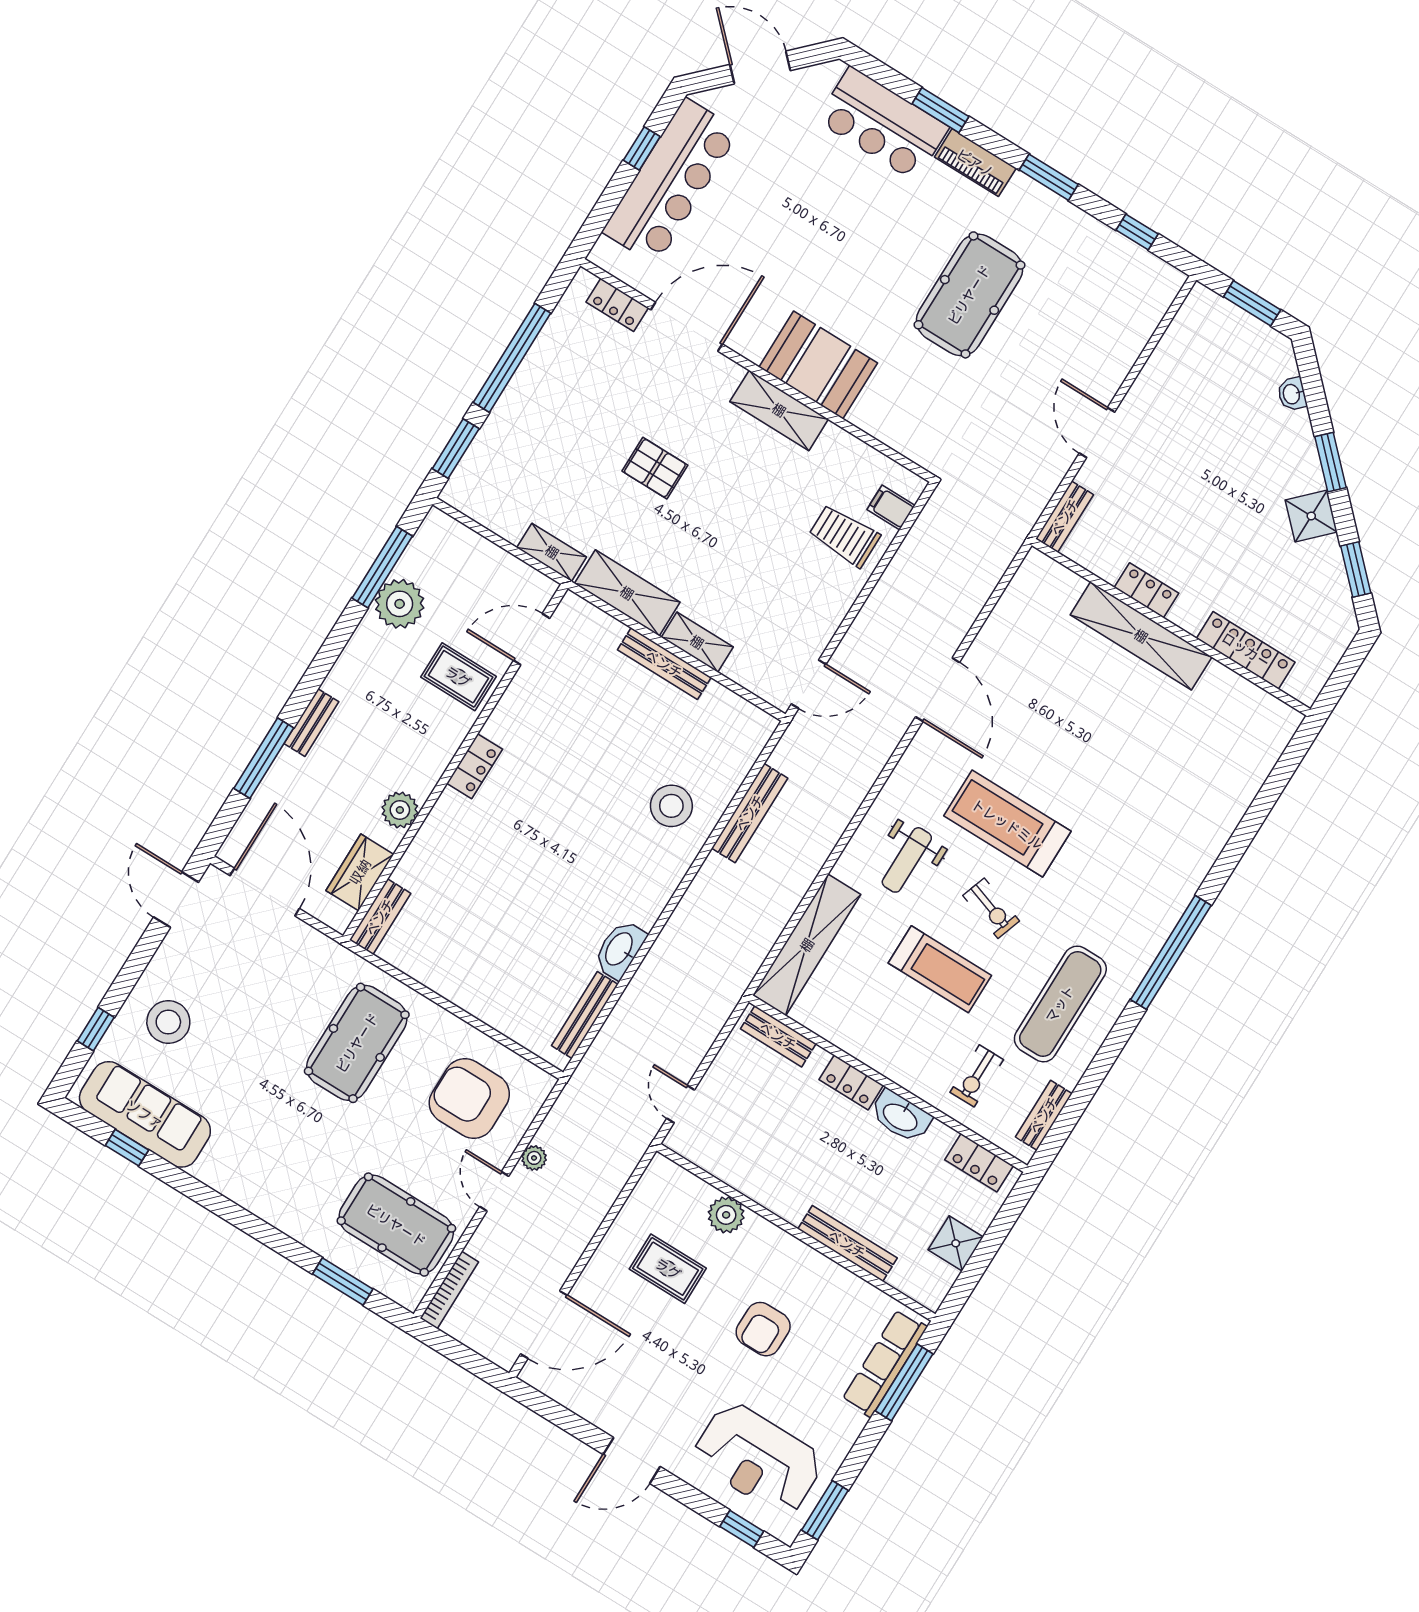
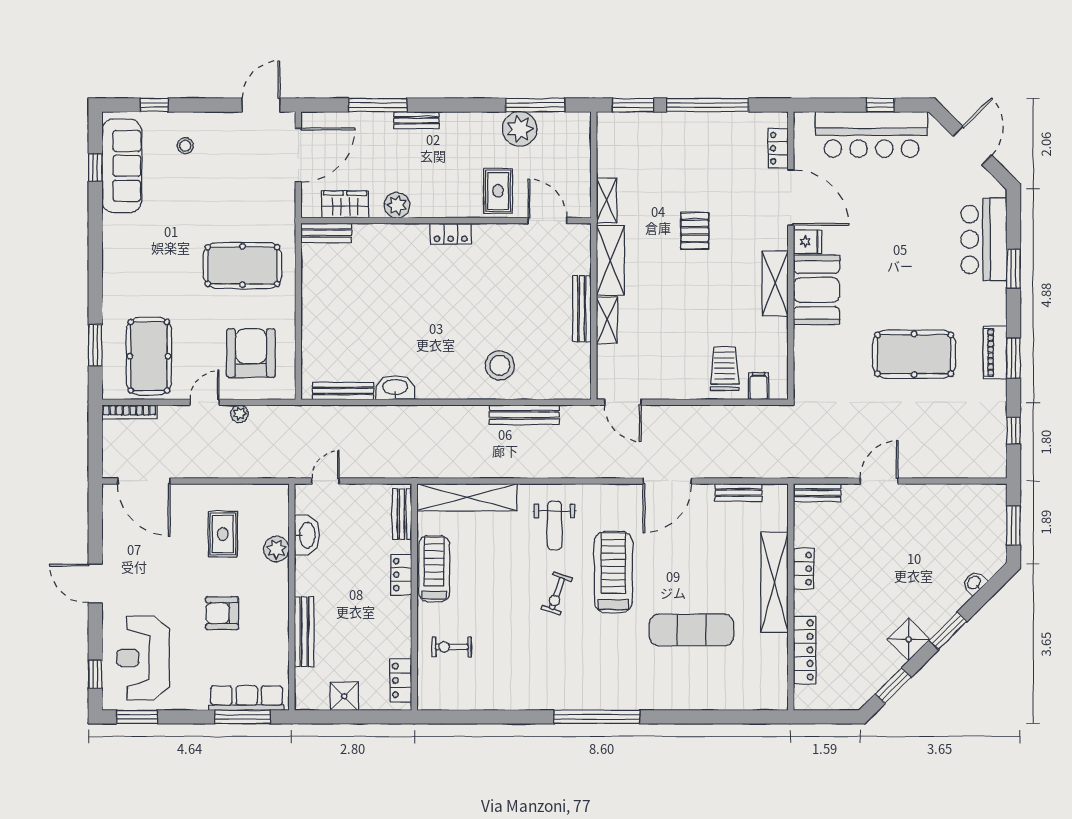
piano: (975, 163) -> (995, 352), moved
fridge: (753, 340) -> (807, 242), added
weight bench: (907, 860) -> (554, 526), turned -90
treadmill: (940, 969) -> (434, 569), moved, turned 180
exercise mat: (1060, 1004) -> (692, 630), moved
stool: (168, 1022) -> (185, 146), width x0.53, depth x0.53
bench: (1044, 1115) -> (739, 493), moved
washbasin: (901, 1117) -> (307, 535), moved, turned 180

